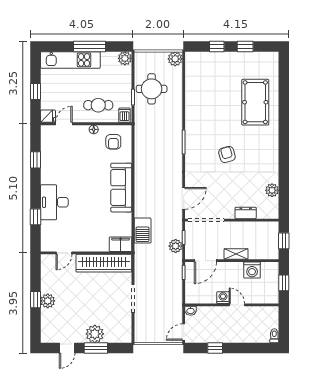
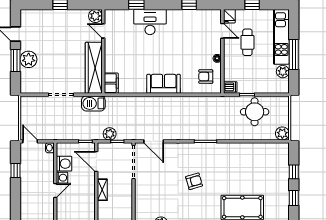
plant: (125, 58) -> (283, 72), moved
cafe table: (98, 105) -> (247, 42), moved
sofa: (121, 188) -> (164, 84), width x0.73
dresser: (246, 213) -> (140, 199), removed
barbecue: (143, 231) -> (93, 103), moved
washing machine: (252, 270) -> (64, 164), moved, turned 180
plant: (48, 301) -> (95, 16), moved

